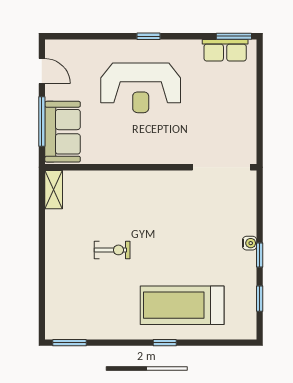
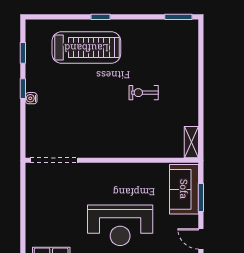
reception desk: (141, 88) -> (120, 225), turned 180
window: (42, 122) -> (201, 198), width x0.69

